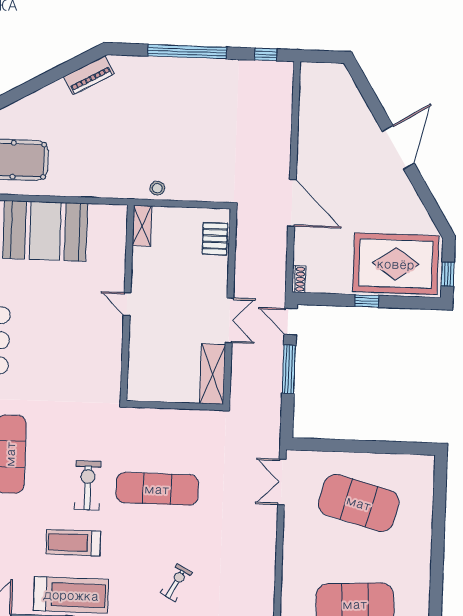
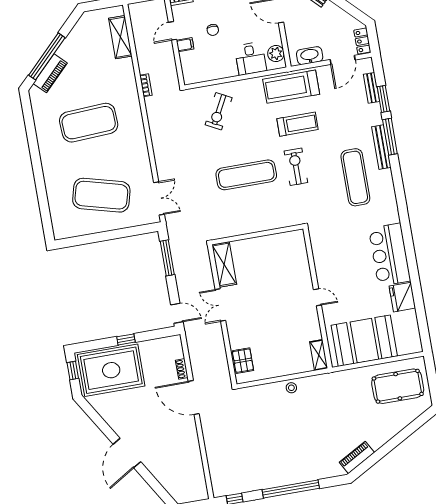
shelving: (142, 226) -> (319, 355), moved
shoe rack: (299, 279) -> (182, 369), moved
wall: (127, 303) -> (318, 298), moved
door: (127, 304) -> (317, 297), moved
window: (289, 369) -> (167, 258), moved
exercise bike: (88, 485) -> (296, 167), turned 180
exercise bike: (176, 583) -> (219, 111), width x1.38, depth x1.39

